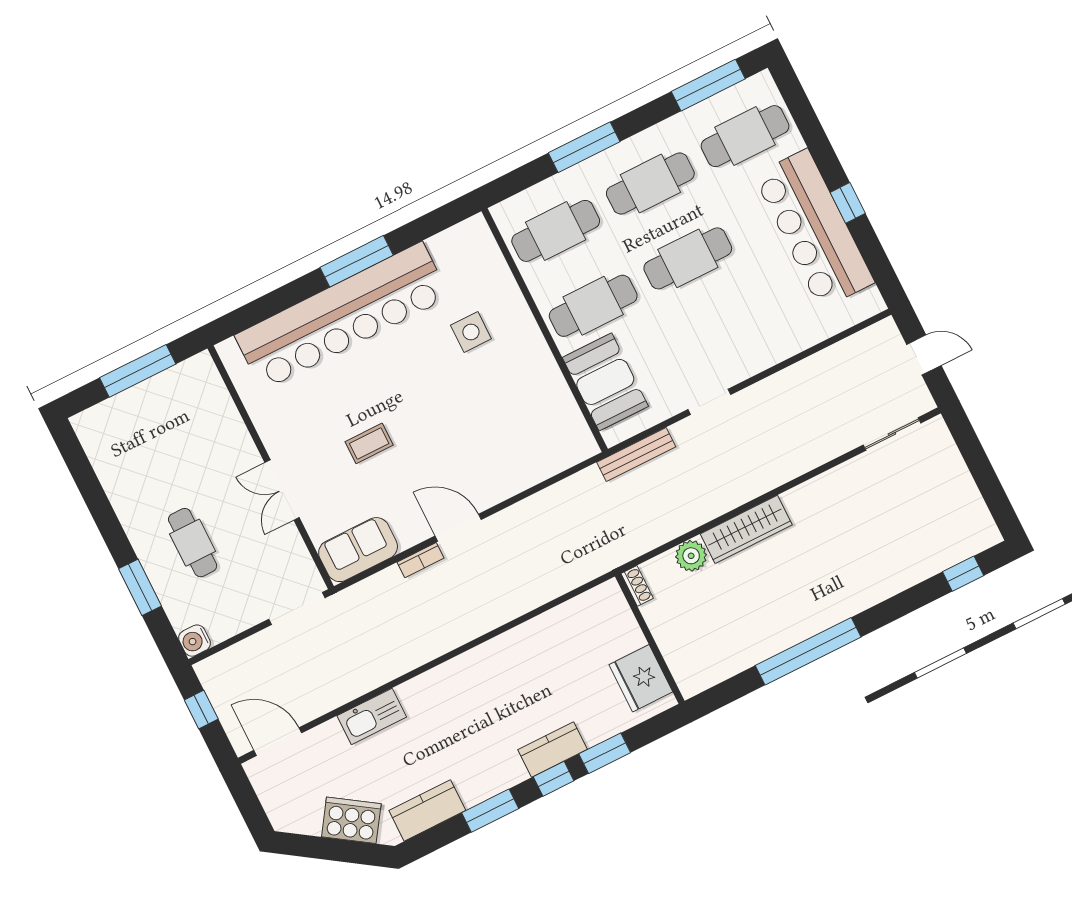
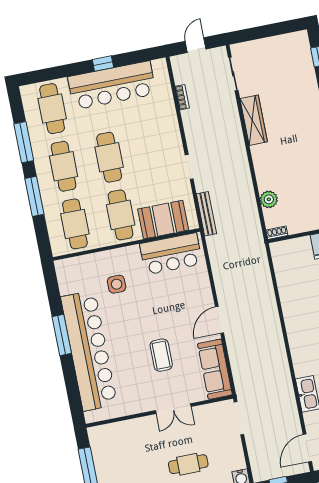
window: (708, 85) -> (24, 142), moved
bar counter: (550, 412) -> (171, 254), added
coffee table: (369, 443) -> (161, 355), width x1.36, depth x1.30
wardrobe: (746, 529) -> (254, 120), moved
sofa: (358, 550) -> (215, 369), width x1.36
bookcase: (421, 560) -> (182, 97), moved

